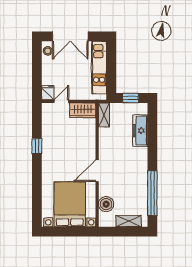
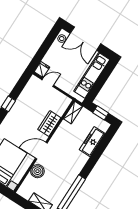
wardrobe: (83, 110) -> (49, 124), moved, turned 90
boiler: (106, 204) -> (37, 171), moved

